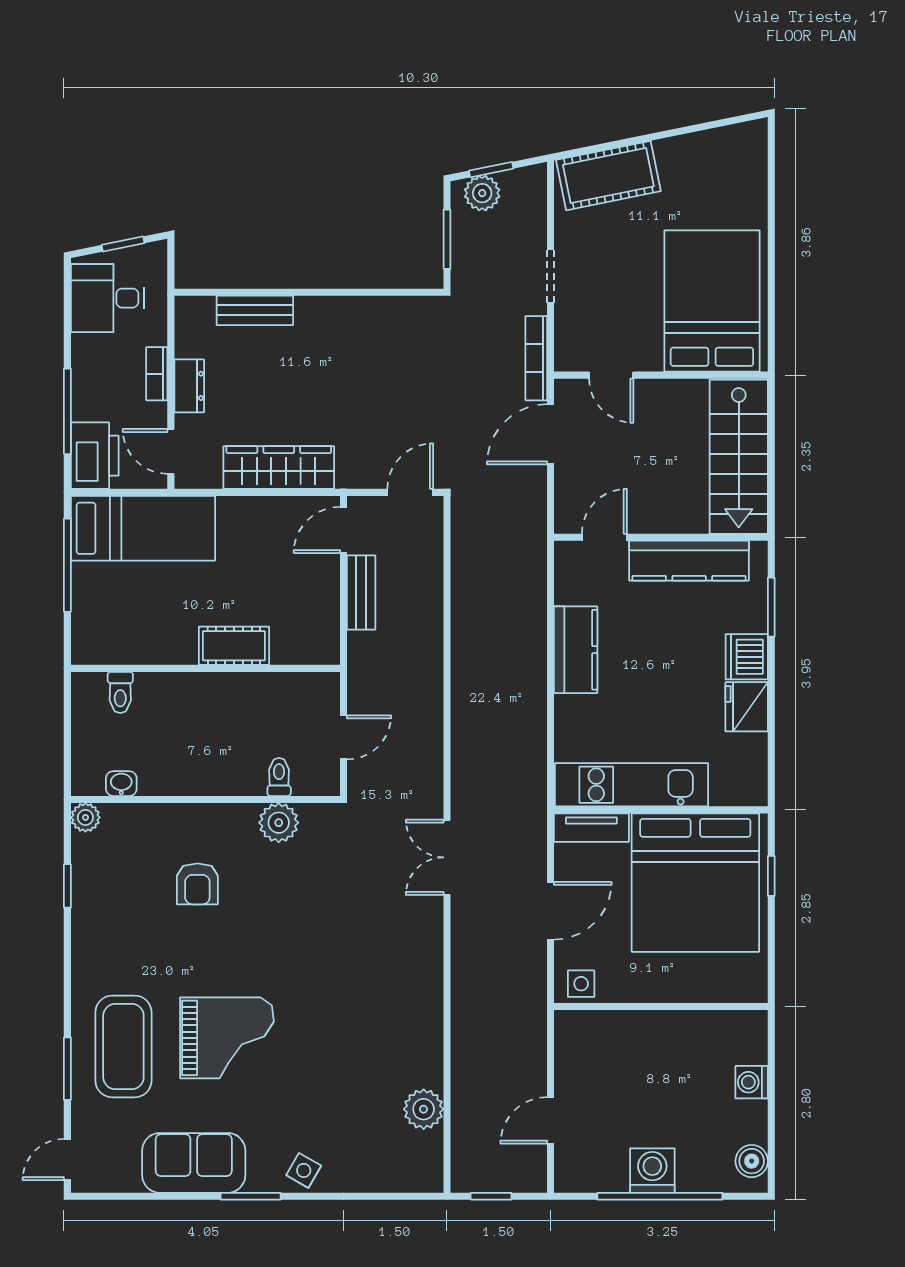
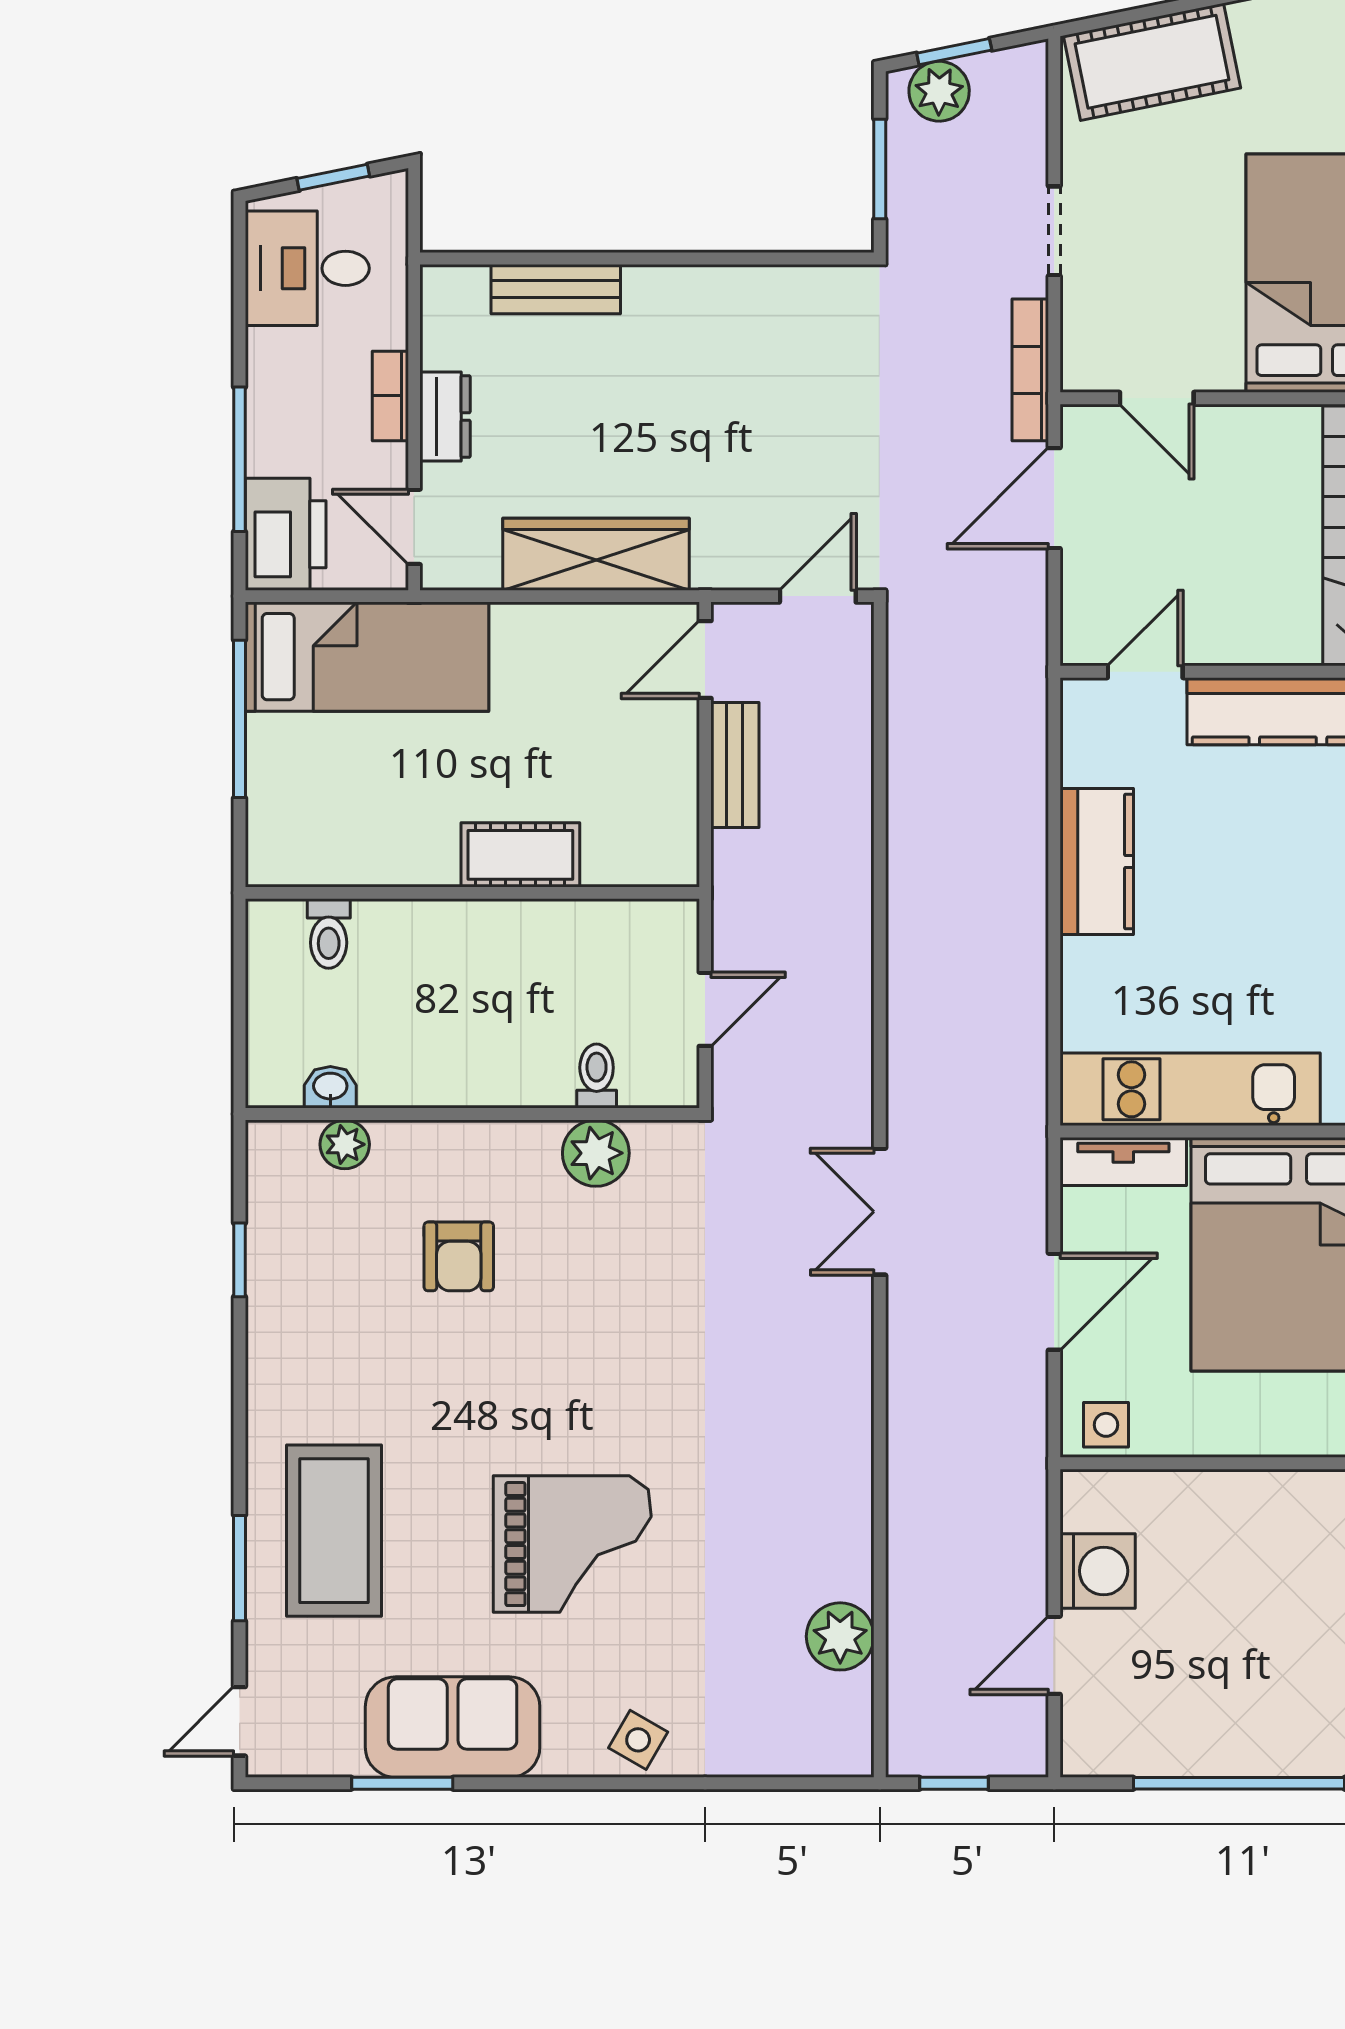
plant: (85, 817) -> (345, 1144), moved
grand piano: (227, 1038) -> (572, 1544), moved
washing machine: (652, 1171) -> (1098, 1571), moved, turned 90
window: (251, 1196) -> (402, 1783), moved

